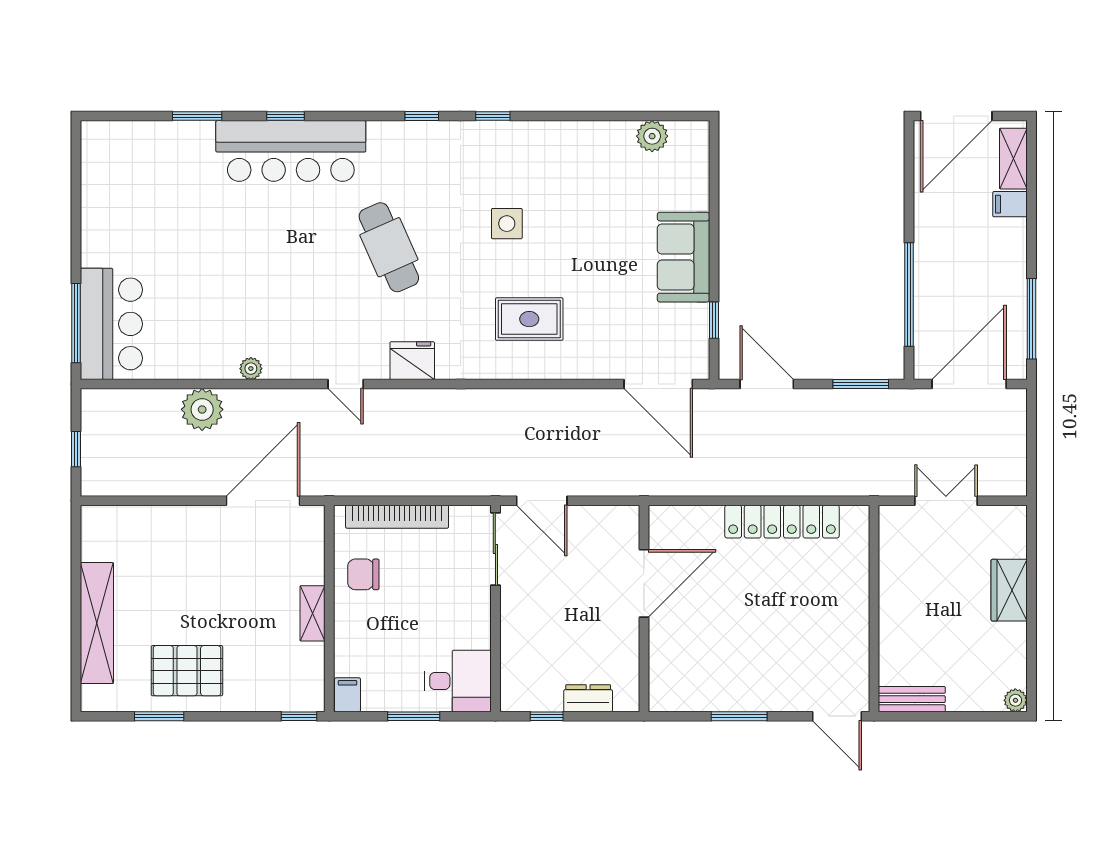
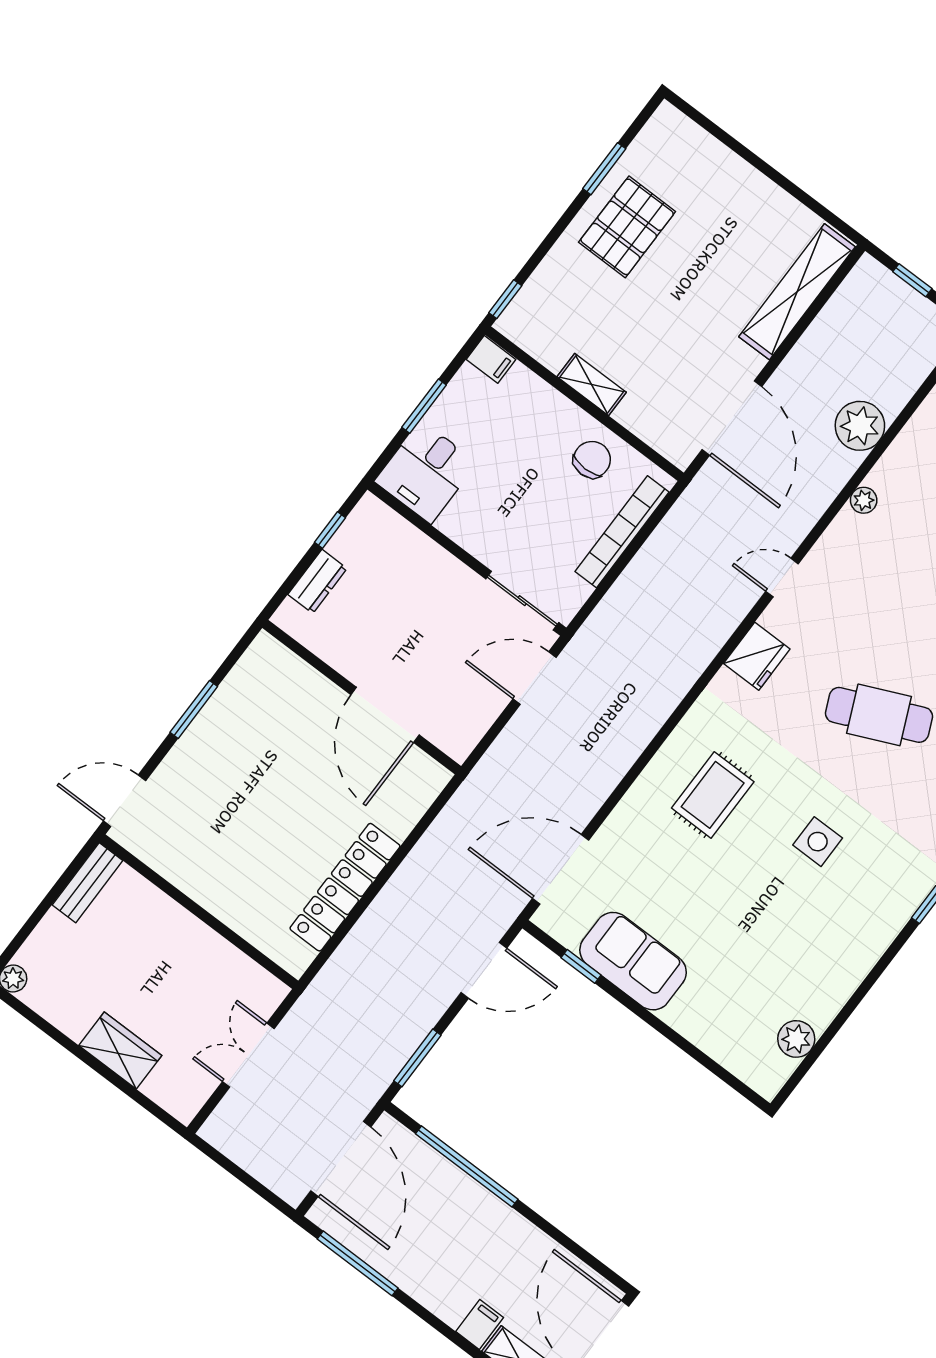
sofa: (683, 257) -> (633, 961), moved
double door: (946, 501) -> (248, 1055), swing flipped
shelving: (97, 623) -> (797, 292), moved, turned 90

